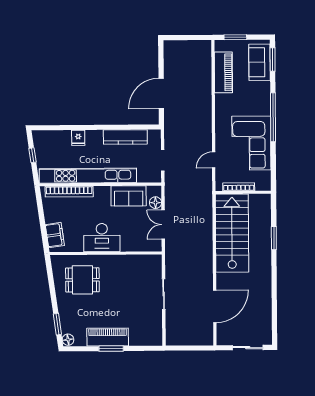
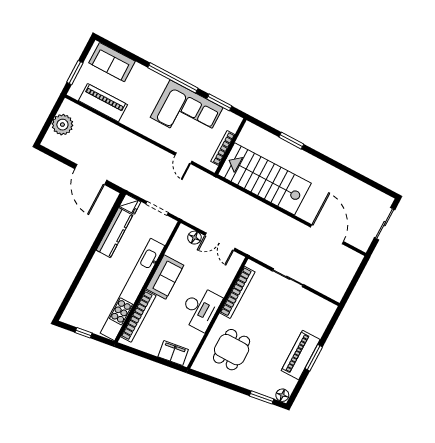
plant: (189, 50) -> (62, 125), added
window: (273, 60) -> (219, 102), moved
fridge: (78, 138) -> (130, 204), moved
sofa: (129, 196) -> (165, 277), moved
bookcase: (130, 260) -> (237, 292), added

